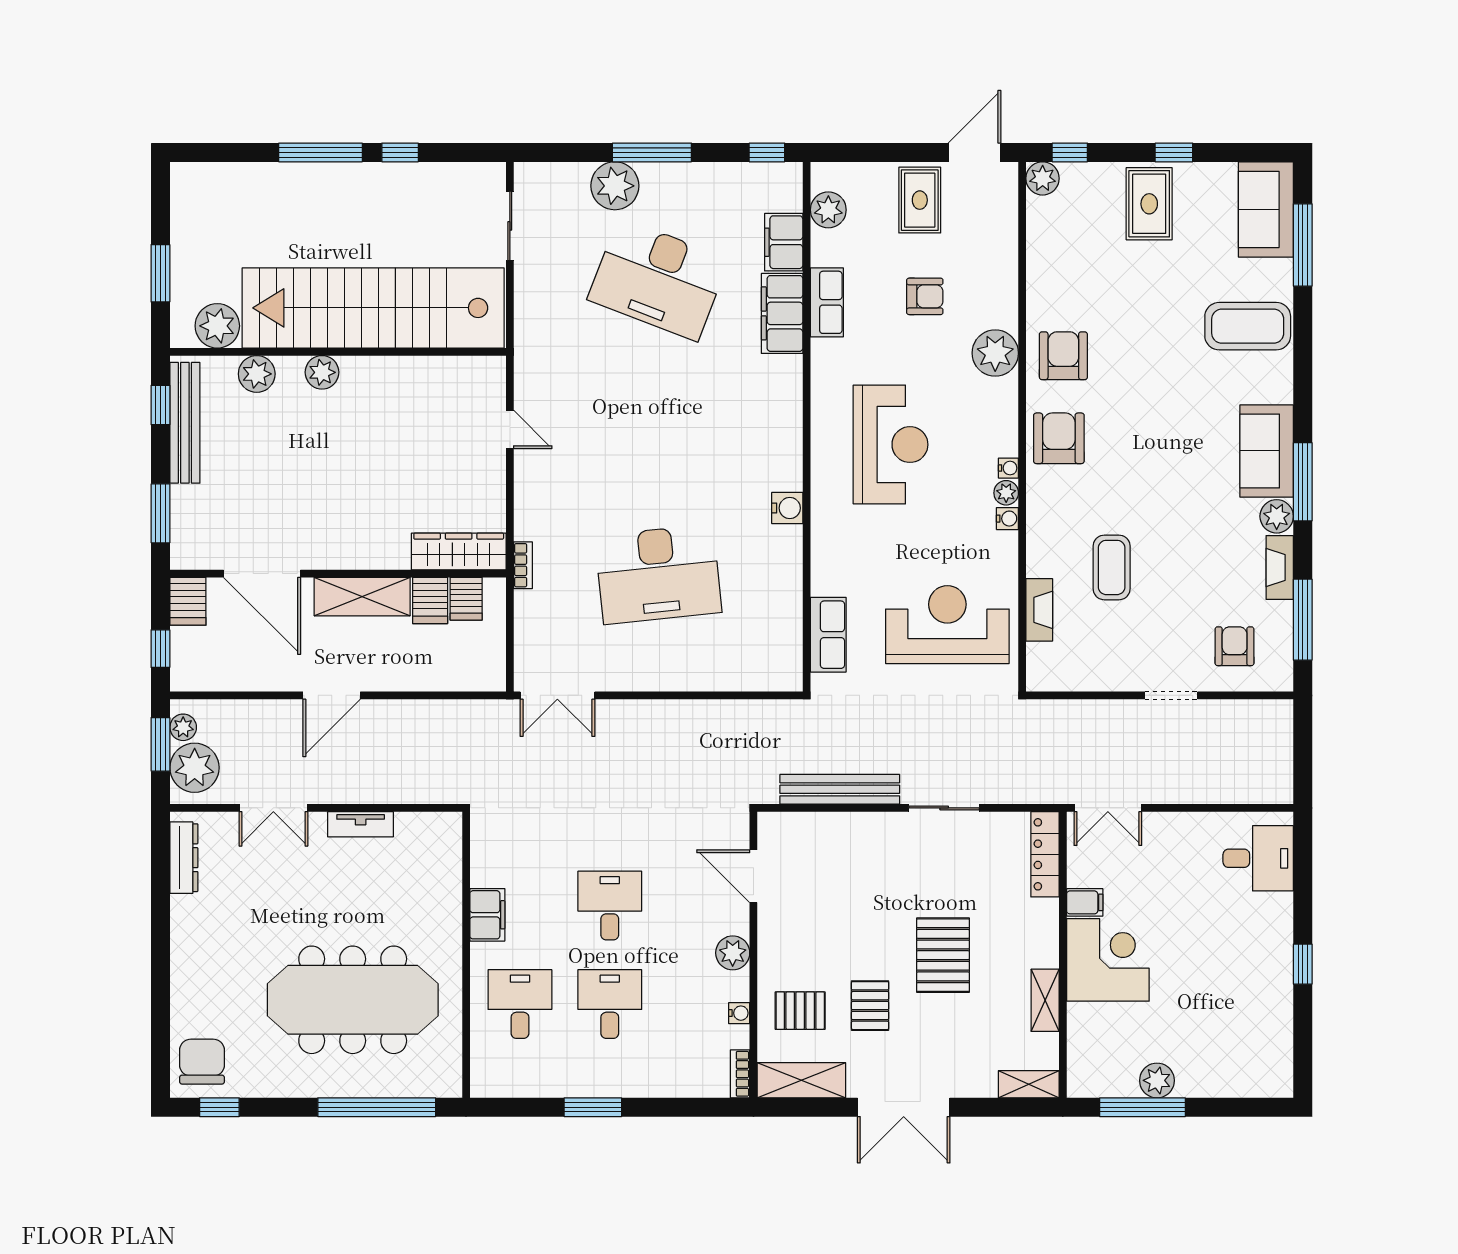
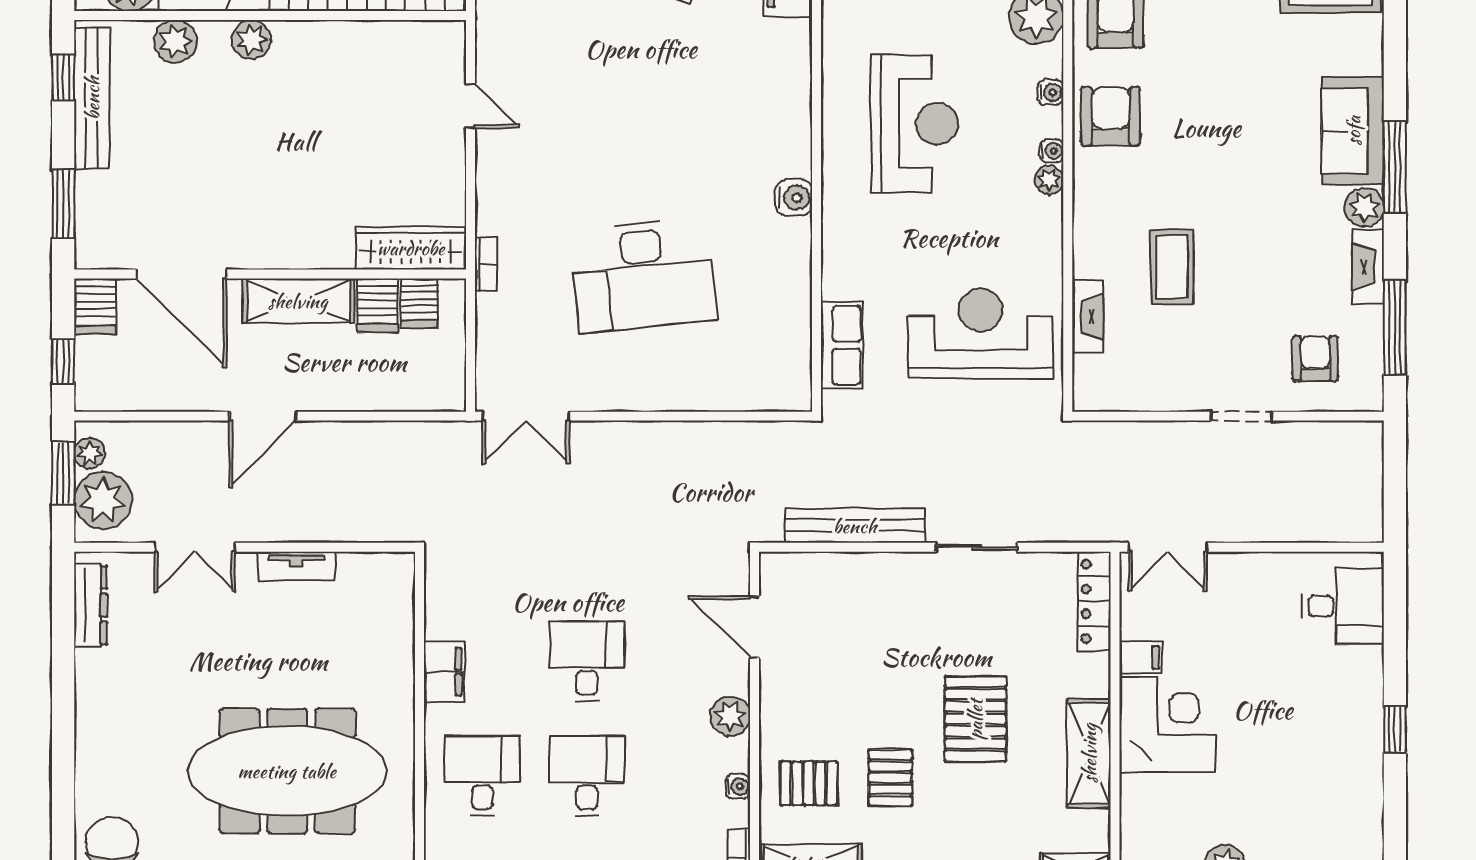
water cooler: (1007, 519) -> (1051, 92), moved
shelving: (1045, 1000) -> (1089, 753), width x1.50, depth x1.33

